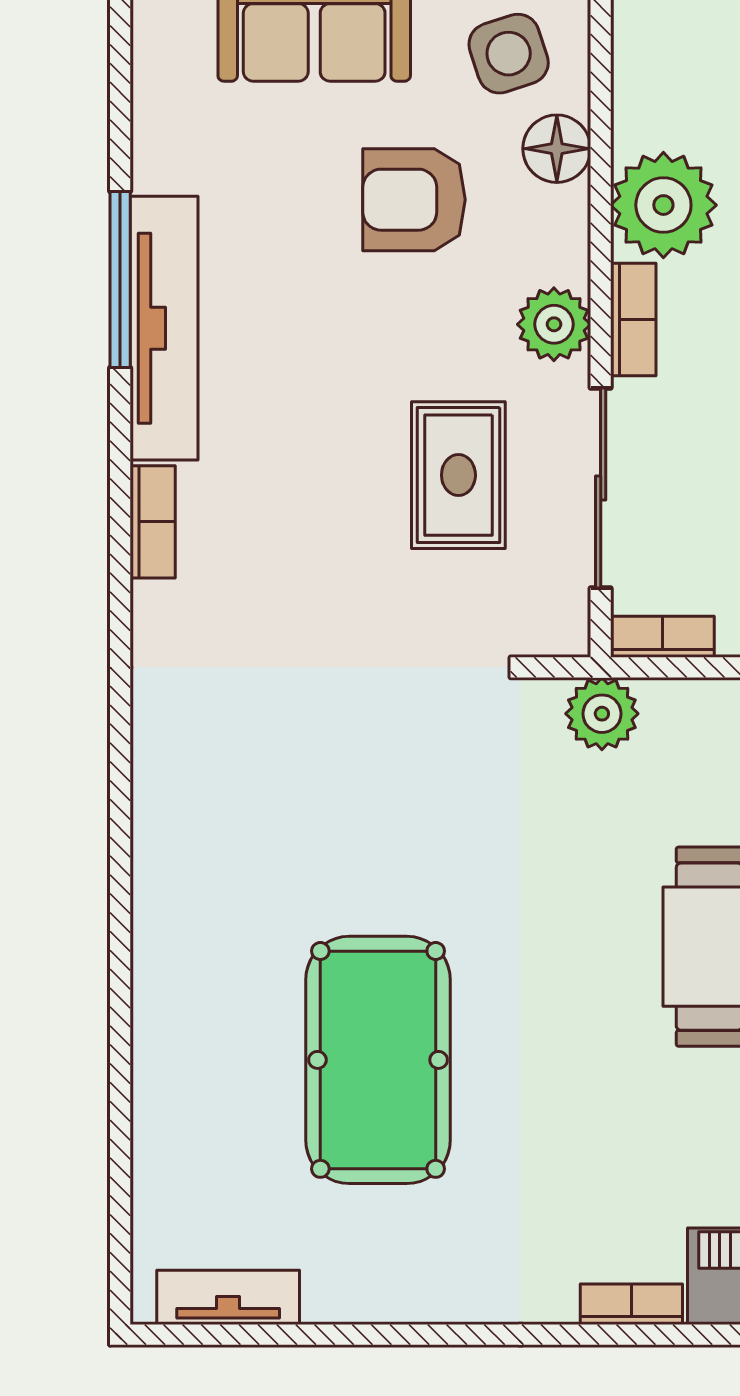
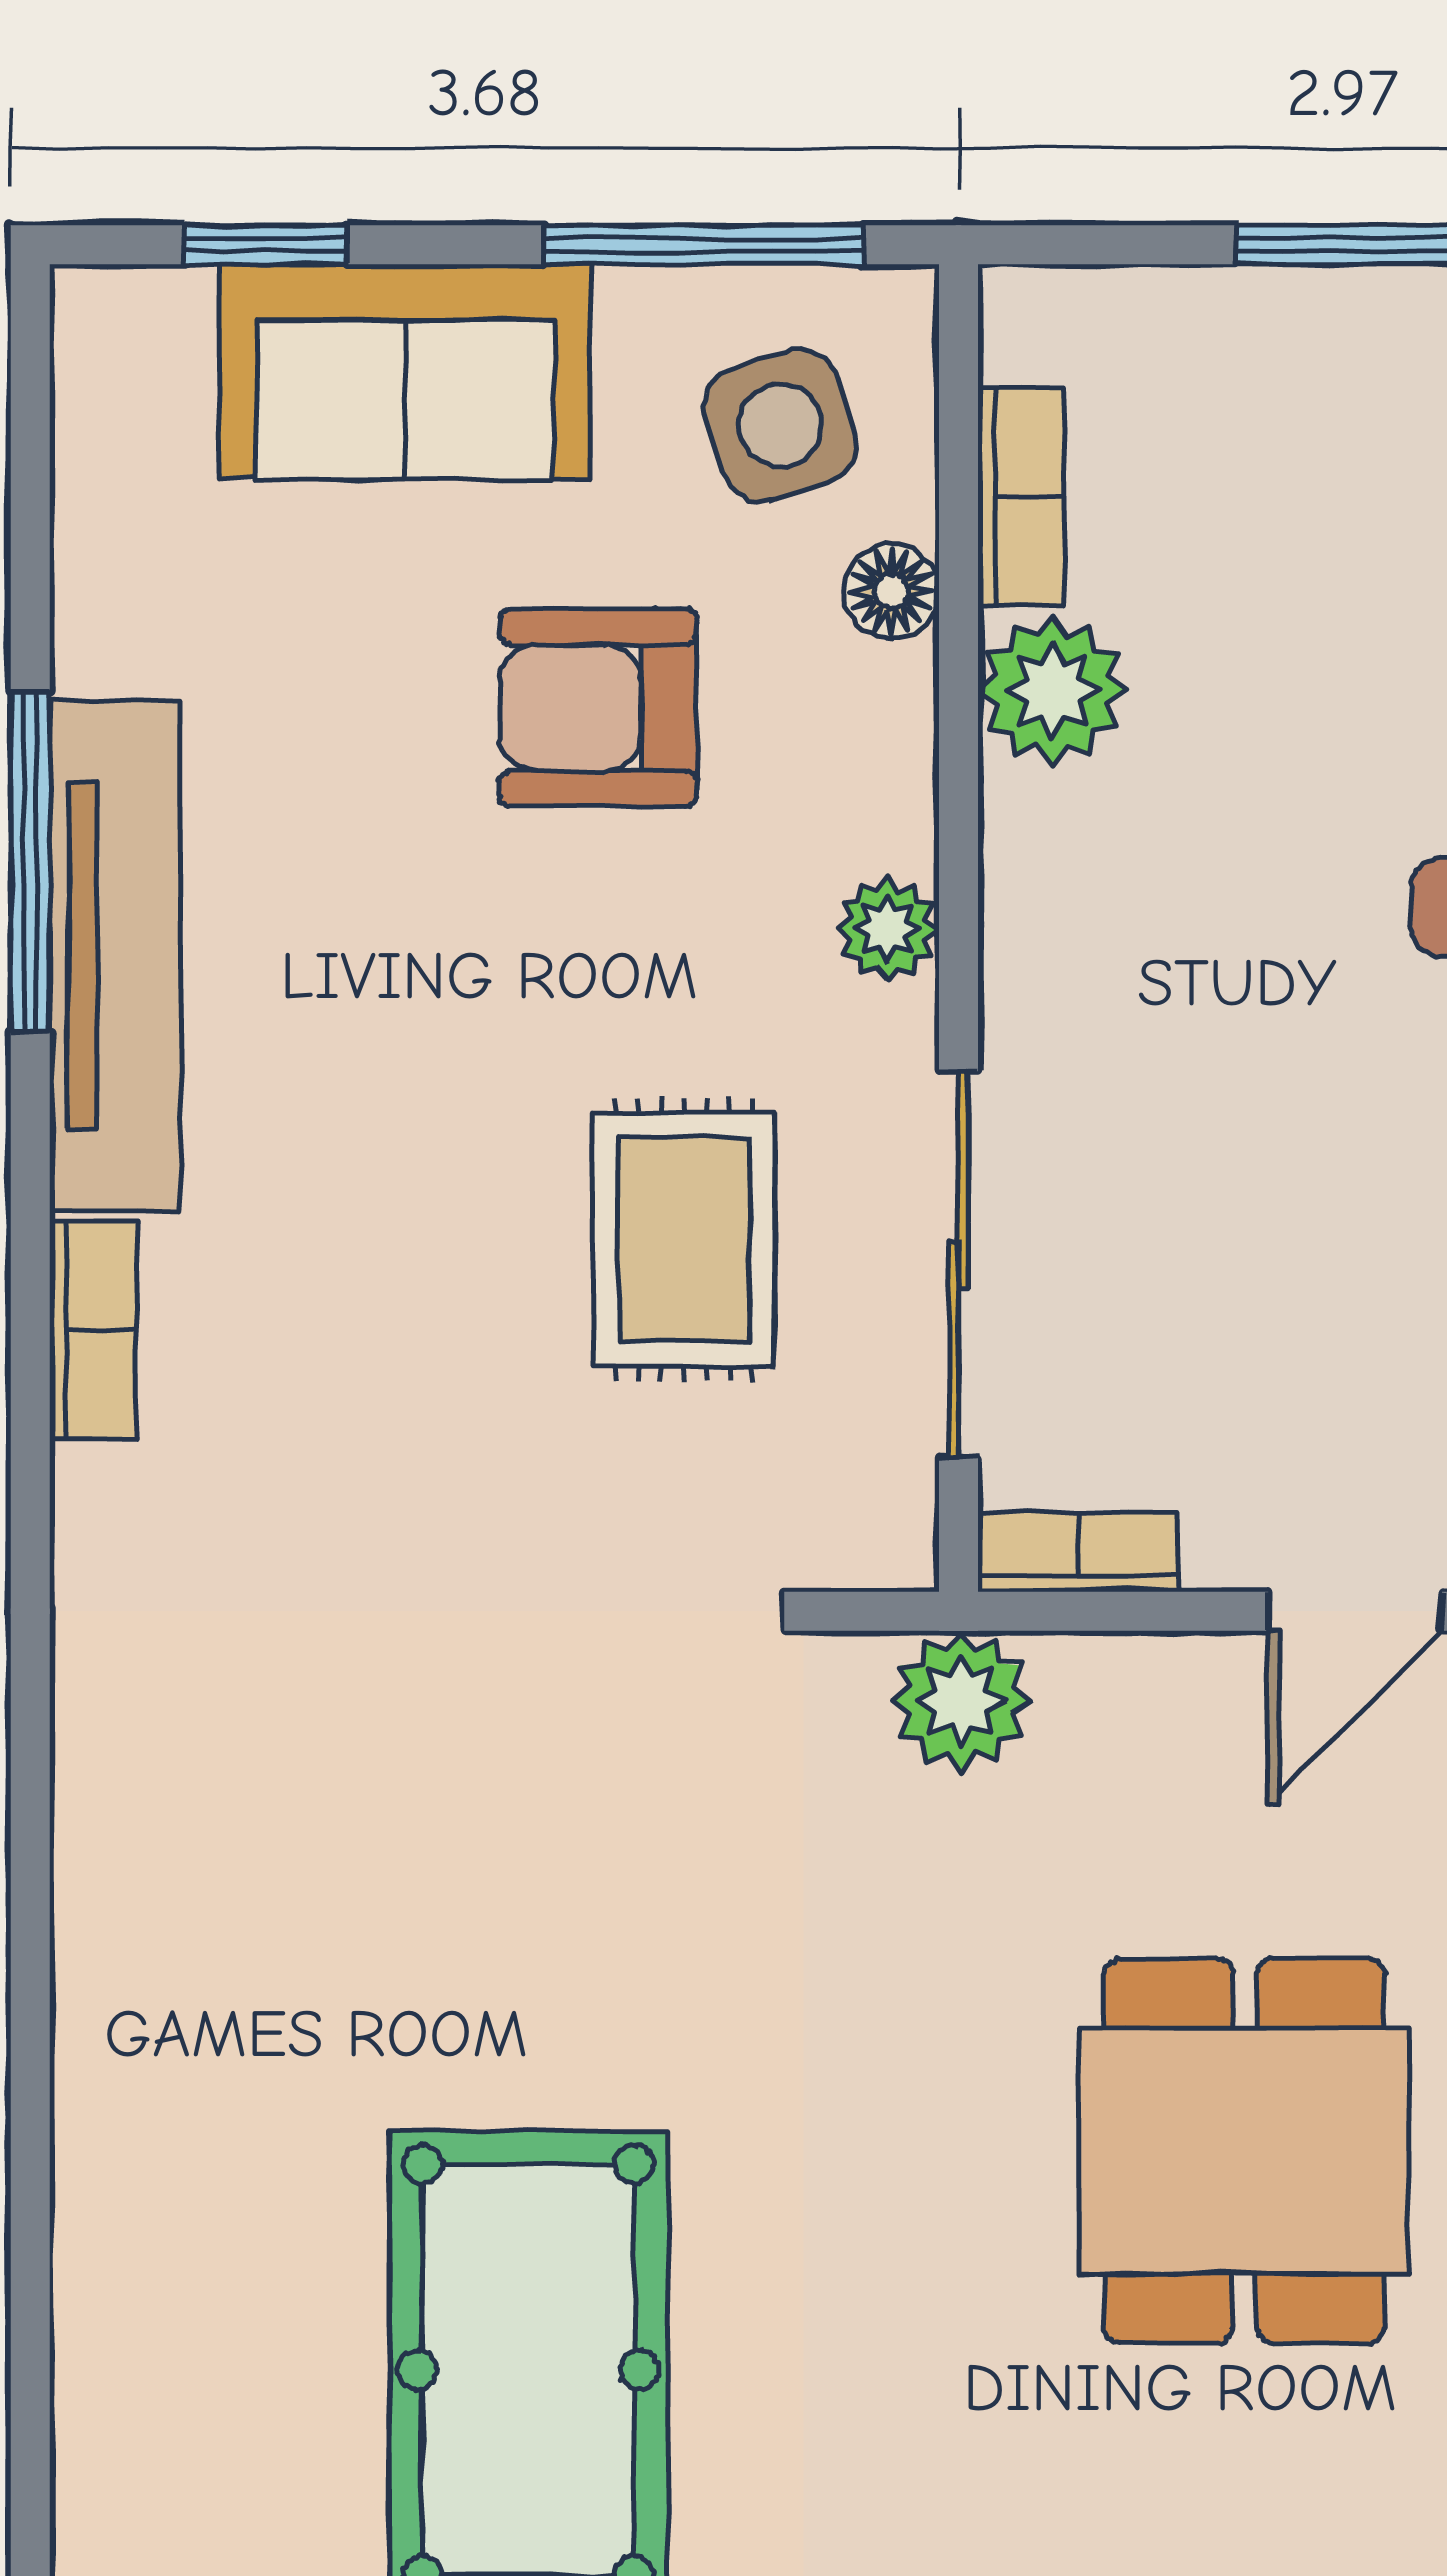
floor lamp: (557, 149) -> (891, 591), width x0.73, depth x0.73
plant: (663, 205) -> (1053, 691), width x0.73, depth x0.73
bookcase: (633, 320) -> (1021, 497), moved
plant: (554, 324) -> (888, 929), width x0.73, depth x0.73

